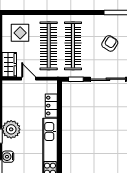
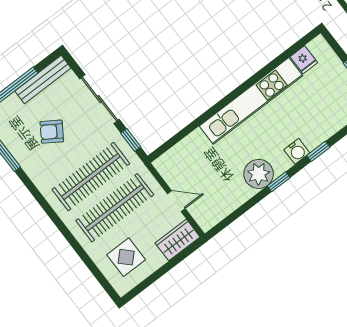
door: (29, 79) -> (176, 201), swing flipped
locker: (51, 106) -> (189, 146), removed

